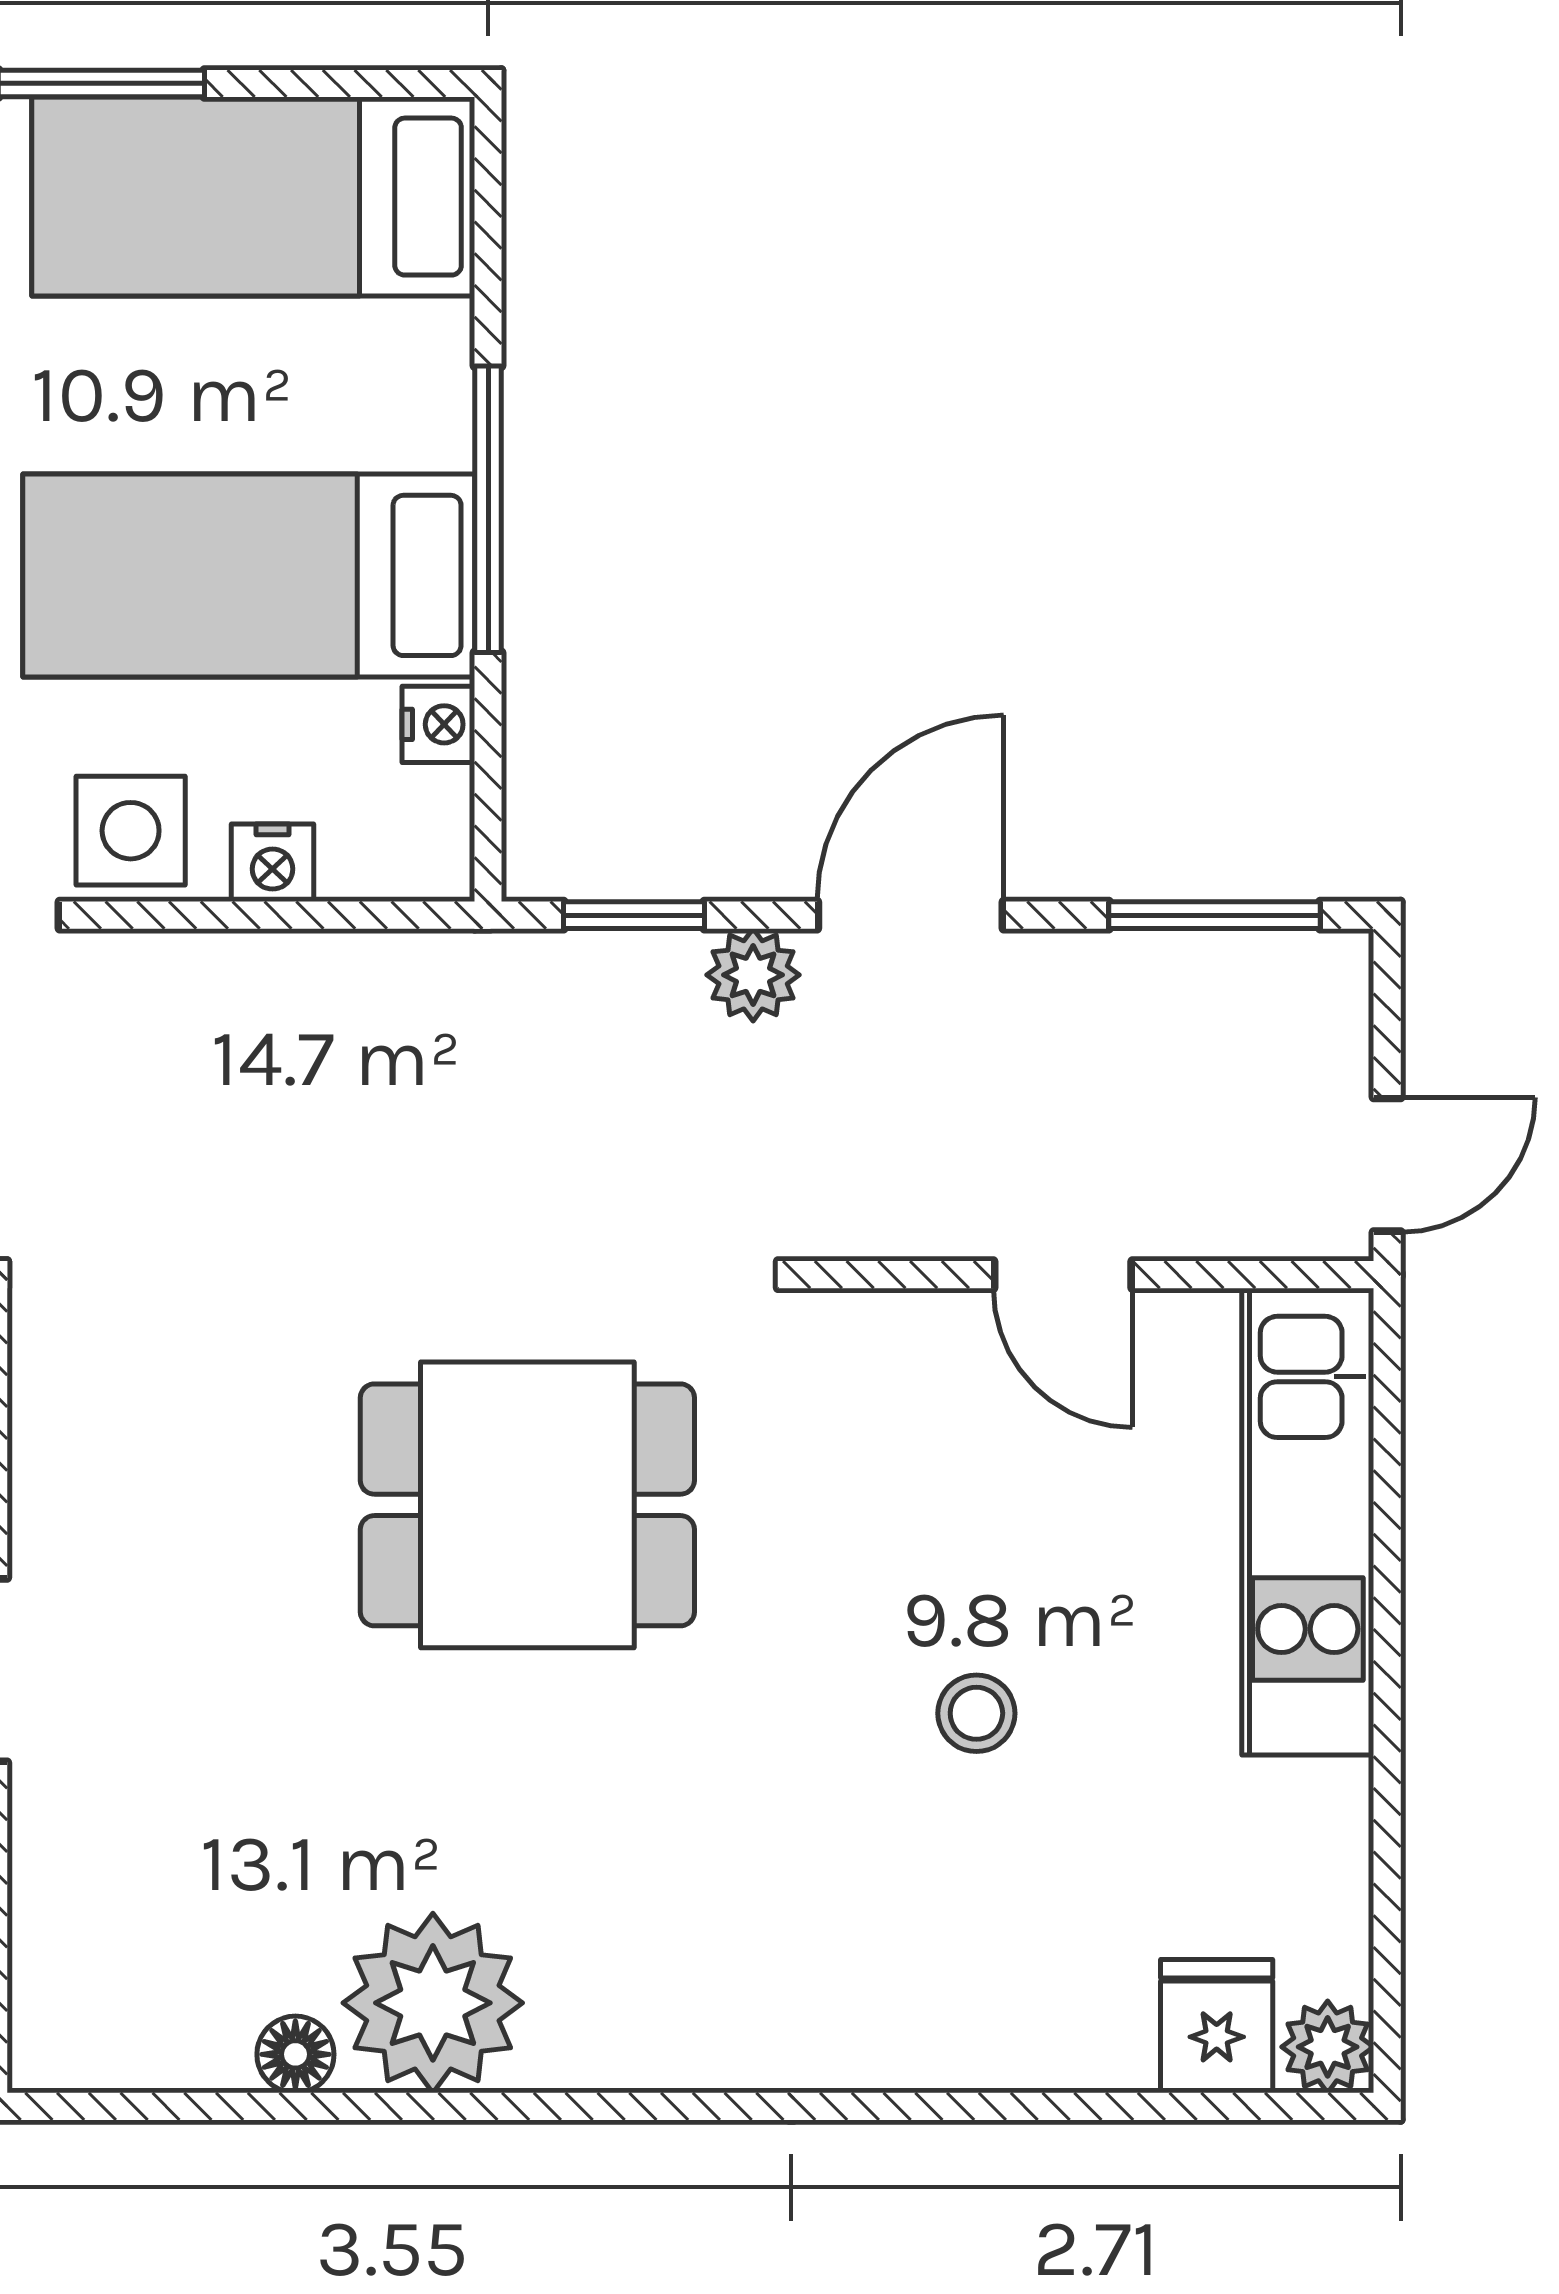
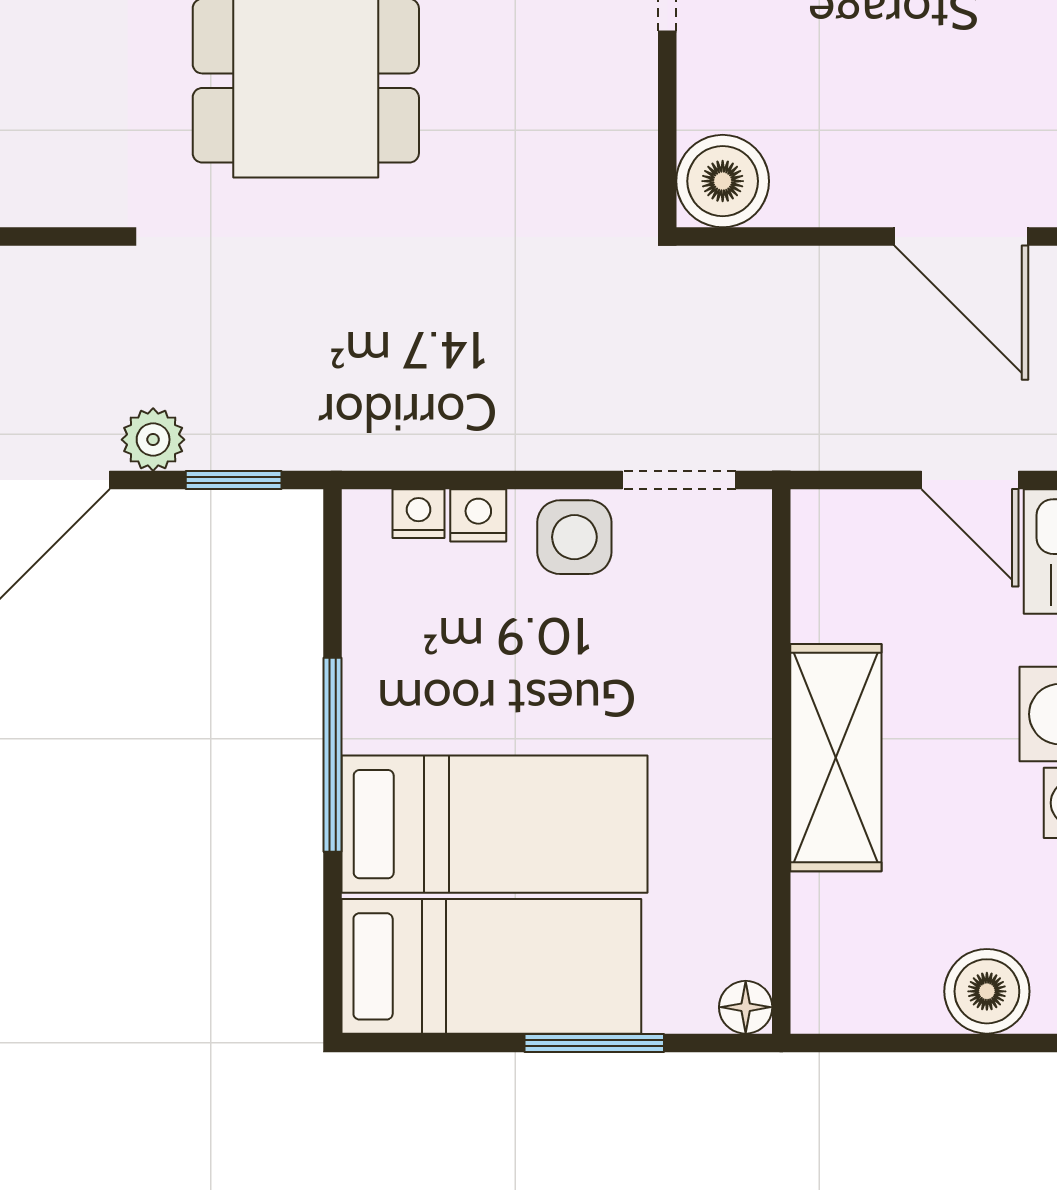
bed: (249, 575) -> (494, 824), moved
nightstand: (438, 724) -> (419, 514), moved, turned 90

